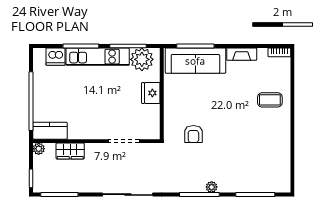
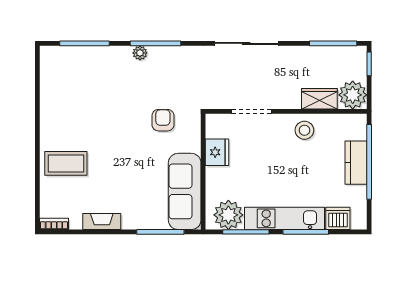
sofa: (195, 61) -> (185, 191), moved, turned -90
fridge: (151, 93) -> (217, 152), moved
coffee table: (270, 100) -> (66, 163), width x1.36, depth x1.30
stool: (82, 126) -> (304, 130), added
kitchen counter: (50, 131) -> (356, 163), moved, turned 90
plant: (39, 149) -> (353, 95), width x1.87, depth x1.87

